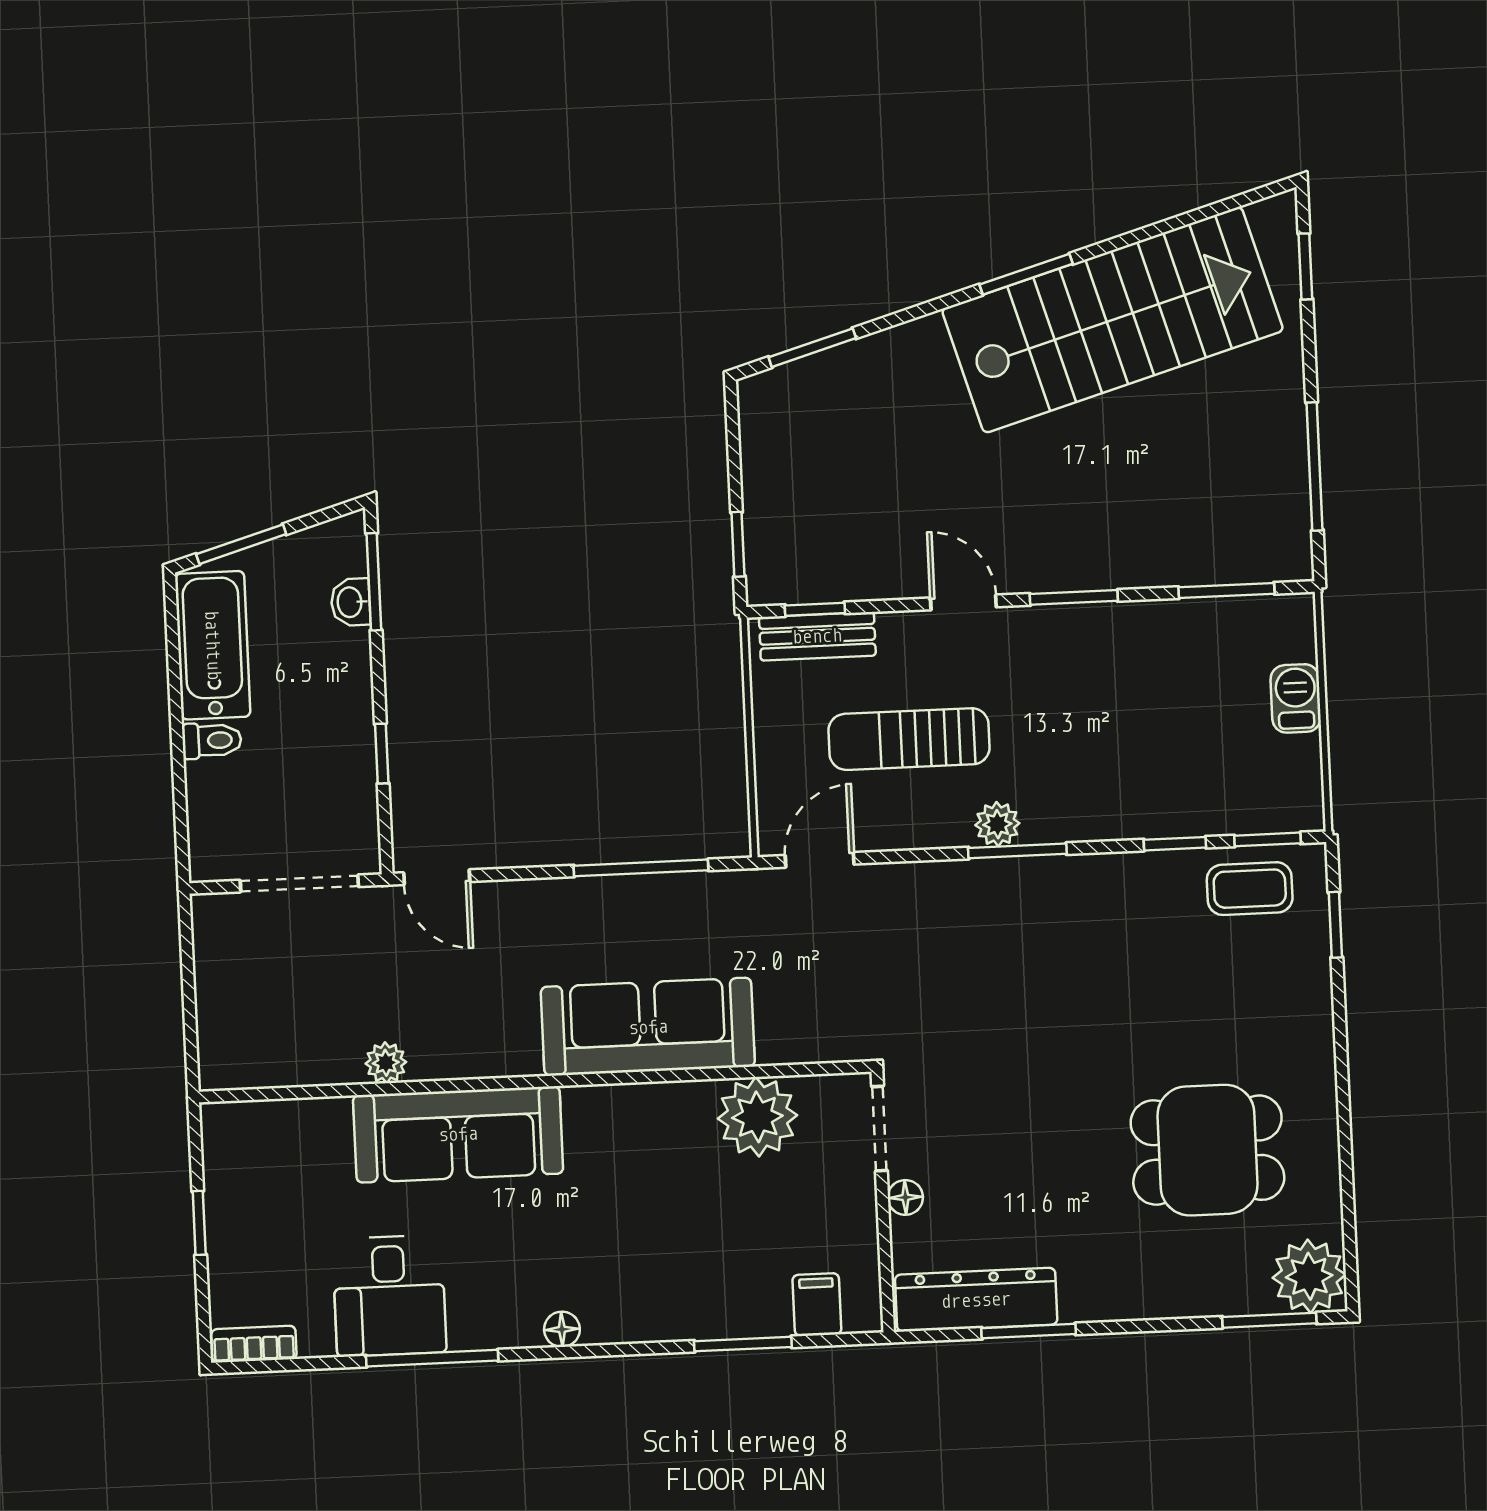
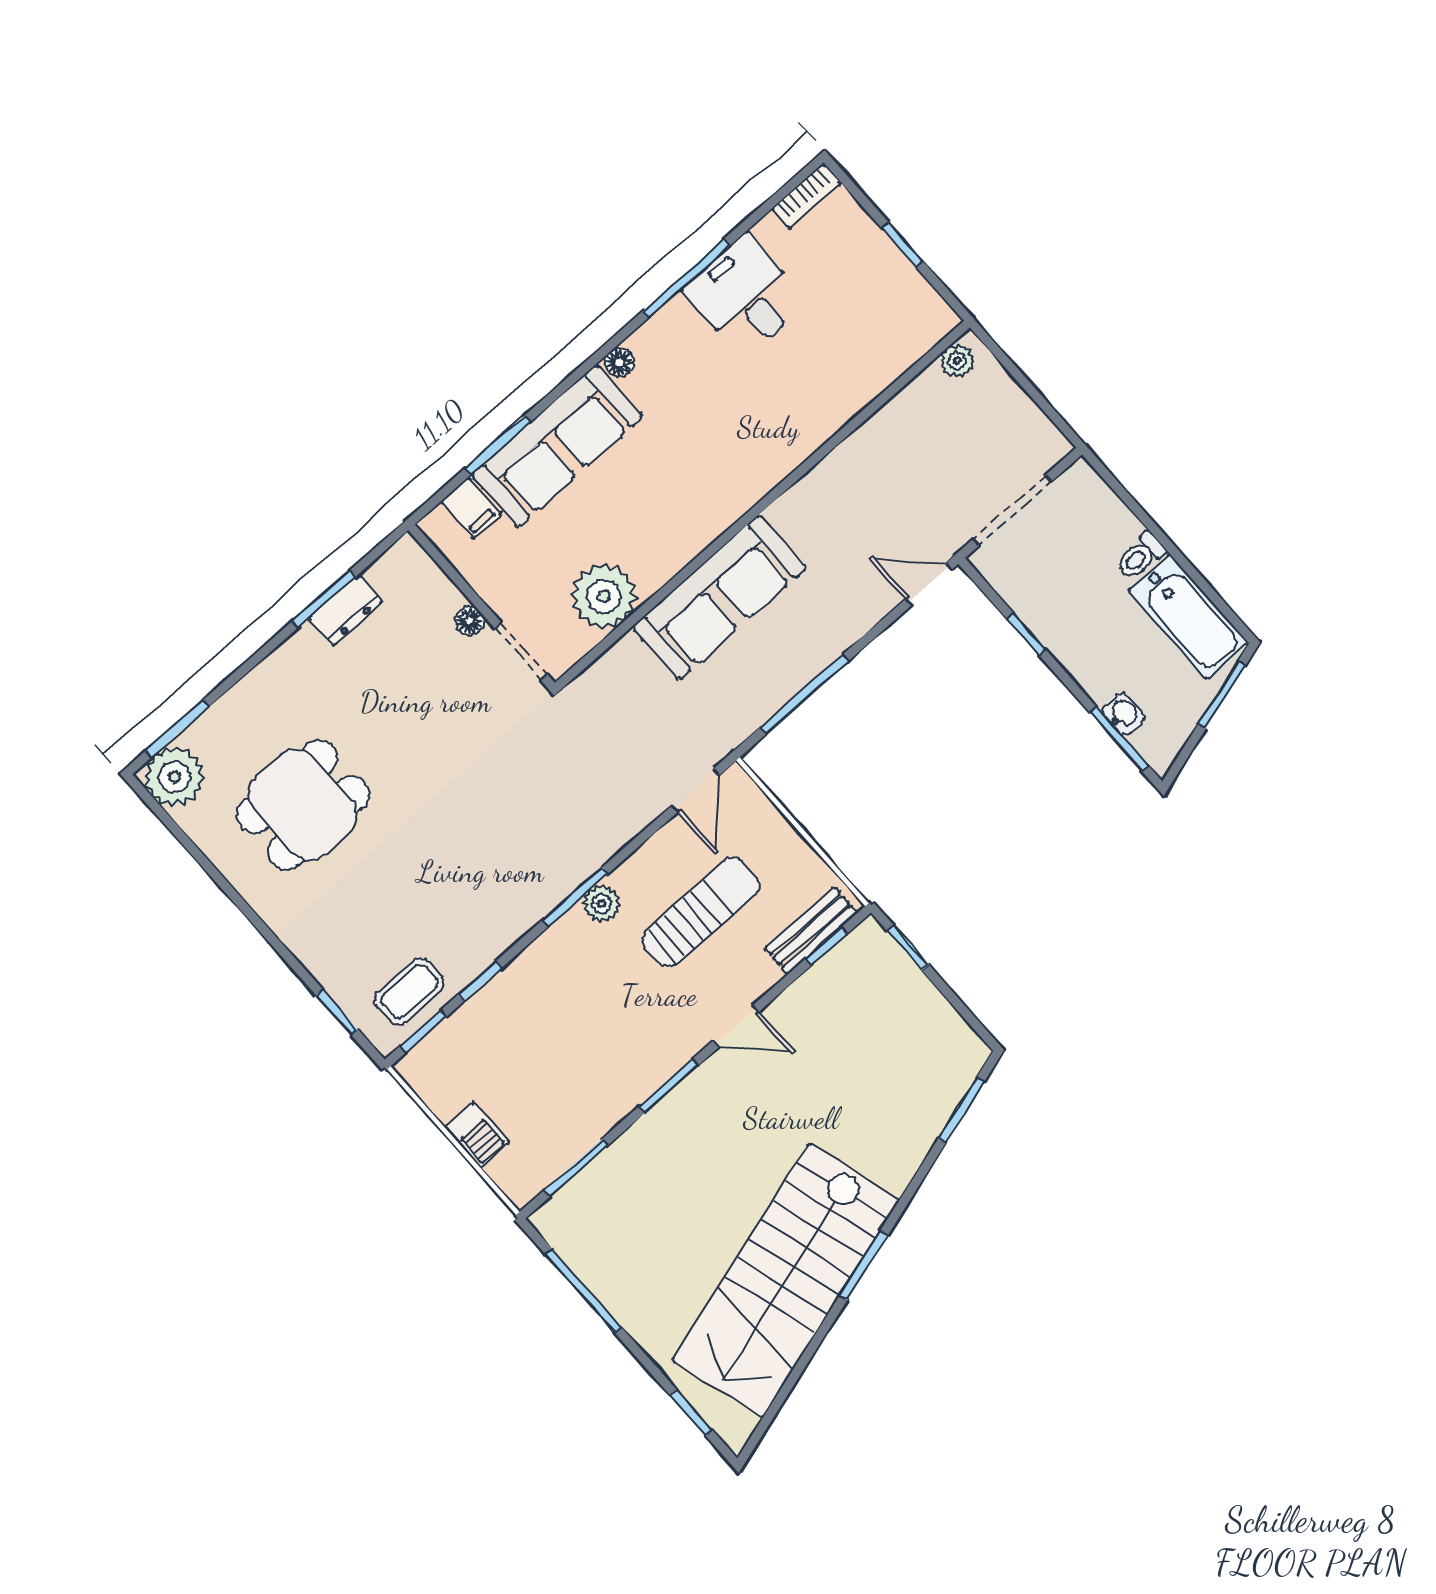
plant: (386, 1063) -> (957, 361), moved
sofa: (458, 1134) -> (557, 446), moved, turned 180
dresser: (976, 1300) -> (346, 610), width x0.51, depth x0.80

